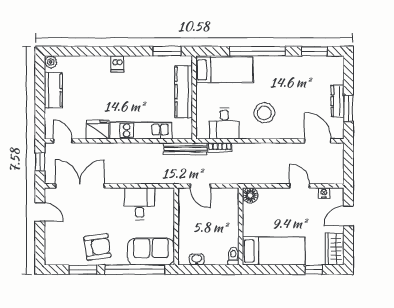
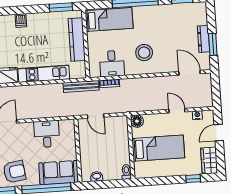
bed: (274, 251) -> (158, 148), moved

